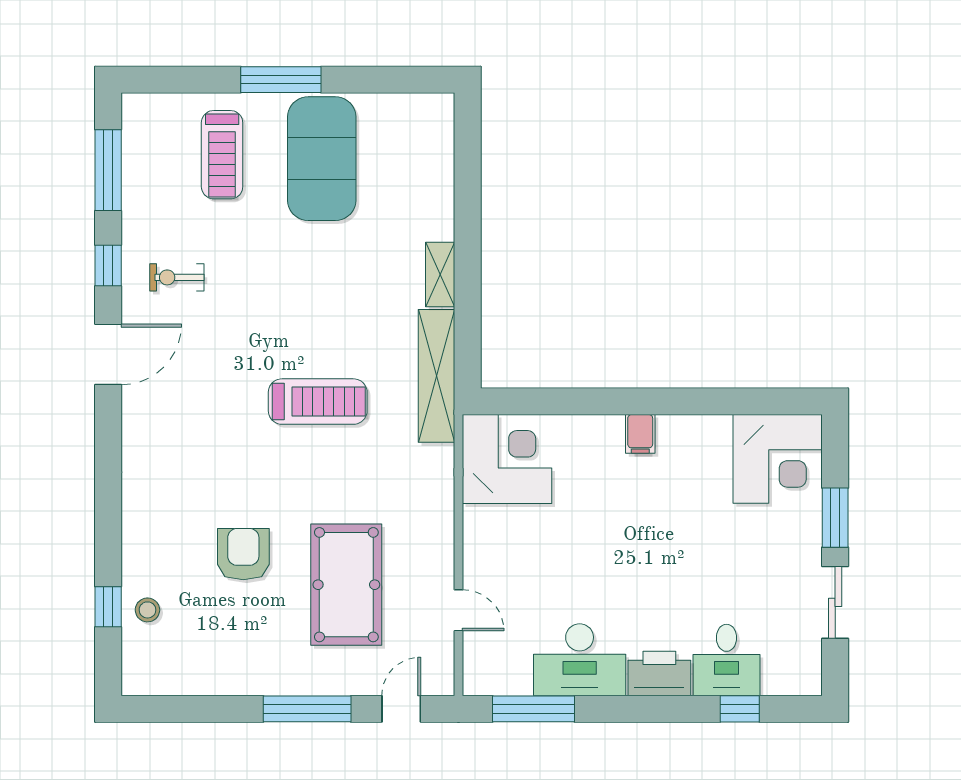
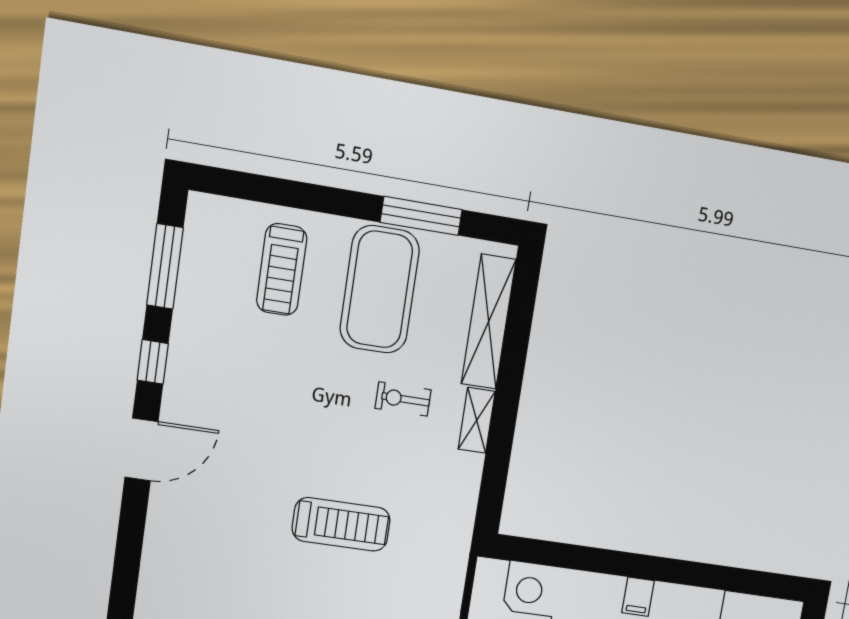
window: (281, 80) -> (421, 216), moved
exercise bike: (177, 277) -> (403, 399), moved
shelving: (437, 376) -> (489, 322), moved

